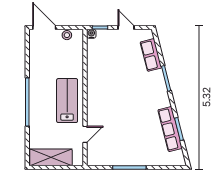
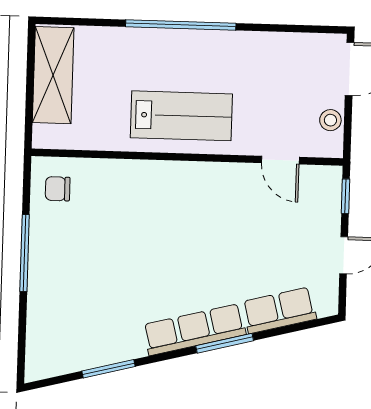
water cooler: (91, 34) -> (332, 176), removed
row of seats: (170, 129) -> (194, 330), moved
door: (85, 134) -> (280, 160), moved
chair: (101, 154) -> (58, 189), added

